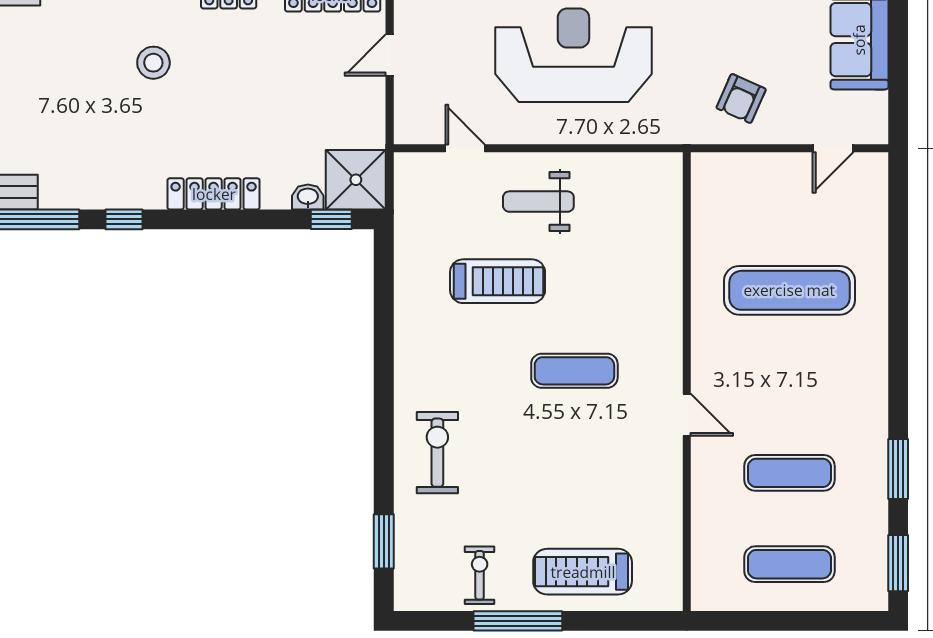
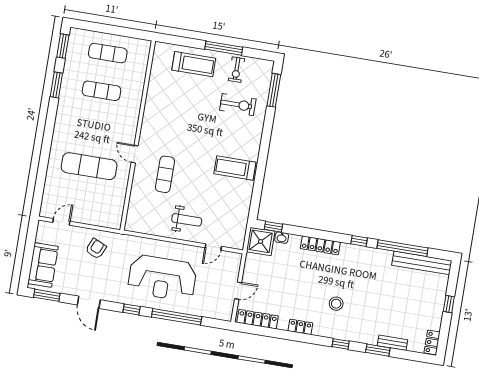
door: (465, 148) -> (213, 247), hinge flipped
treadmill: (498, 281) -> (235, 168), moved
exercise mat: (574, 371) -> (165, 174), moved, turned 90
door: (687, 415) -> (135, 154), moved
exercise bike: (437, 453) -> (238, 105), moved, turned -90
window: (384, 541) -> (274, 90), width x1.44

